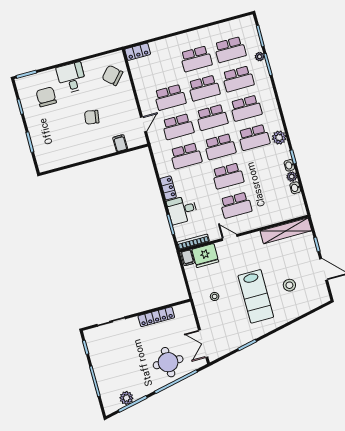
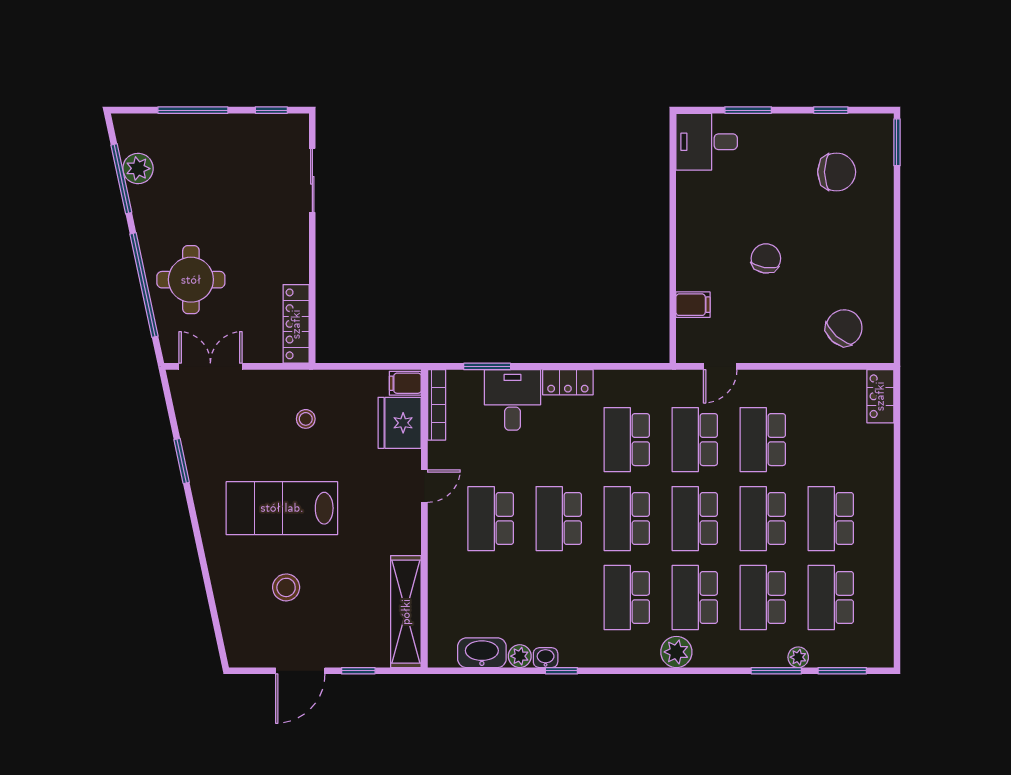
desk: (71, 78) -> (707, 142), moved, turned 180
door: (143, 124) -> (720, 366), hinge flipped
plant: (279, 138) -> (676, 652), moved
washbasin: (295, 188) -> (482, 653), width x1.91, depth x1.45
locker: (156, 317) -> (296, 324), moved

